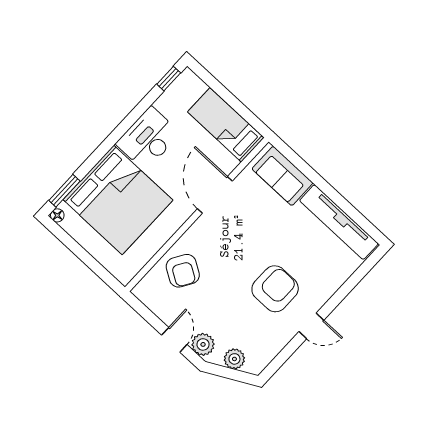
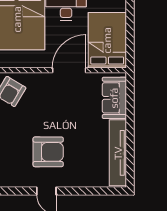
bed: (226, 125) -> (107, 40), width x1.50

